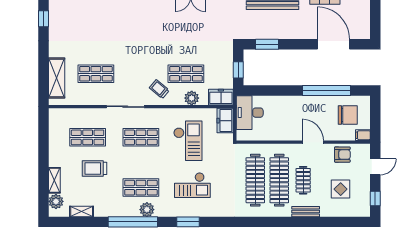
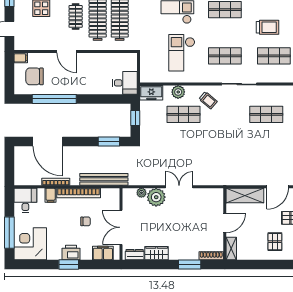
desk: (250, 113) -> (125, 83), width x0.73
freezer: (225, 121) -> (147, 71), removed
armchair: (342, 155) -> (40, 40), removed

